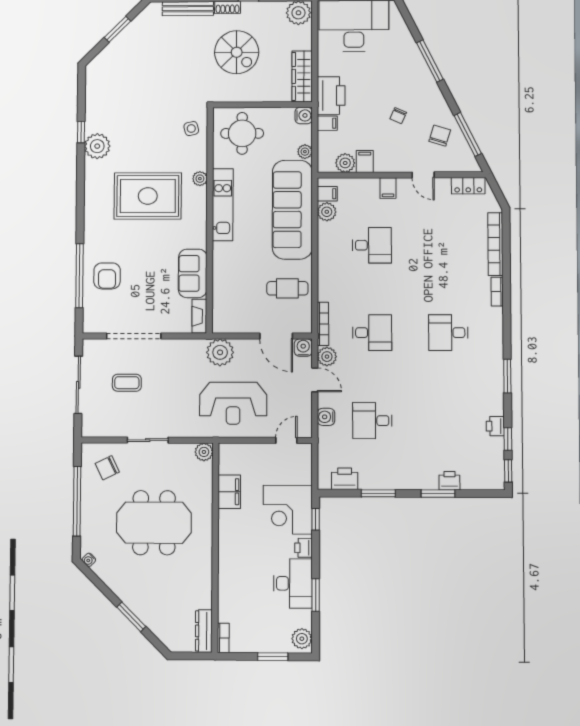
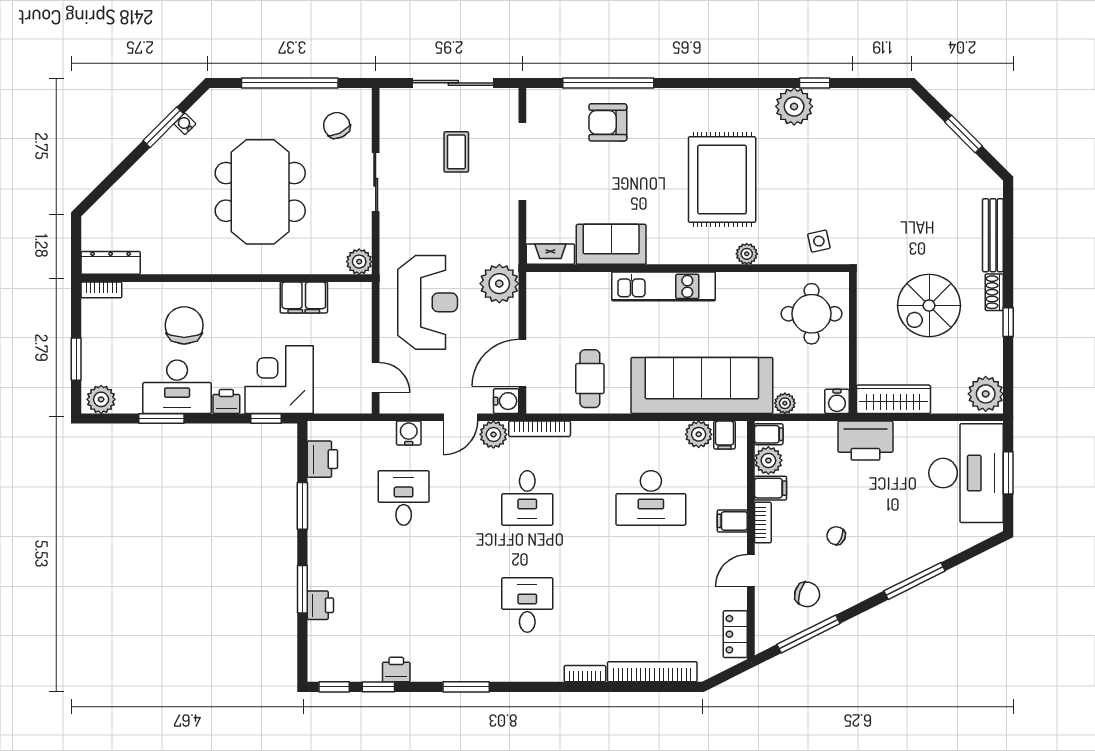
filing cabinet: (327, 123) -> (769, 434), moved, turned -90
bookcase: (389, 167) -> (763, 522), added
kitchen unit: (223, 205) -> (664, 286), moved
desk: (372, 245) -> (651, 498), width x1.37
reception desk: (233, 403) -> (428, 302), turned 180
water cooler: (89, 560) -> (185, 124), moved
chair: (249, 578) -> (184, 325), added
window: (131, 617) -> (163, 127), moved

